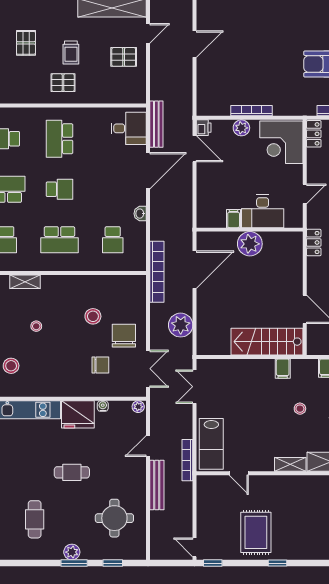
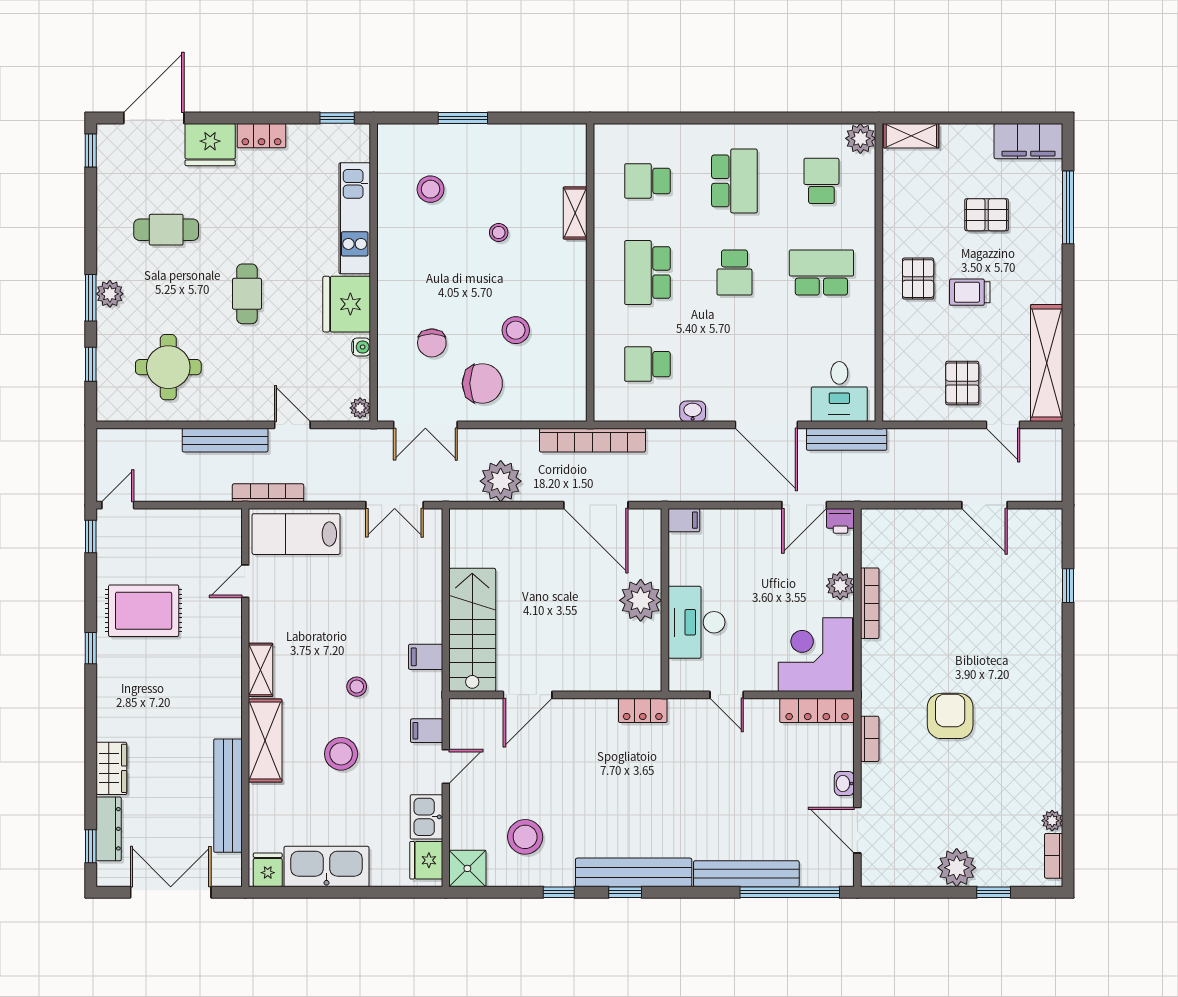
locker: (314, 134) -> (817, 710), width x1.53
filing cabinet: (234, 219) -> (684, 520), moved
double door: (195, 387) -> (395, 505), swing flipped

